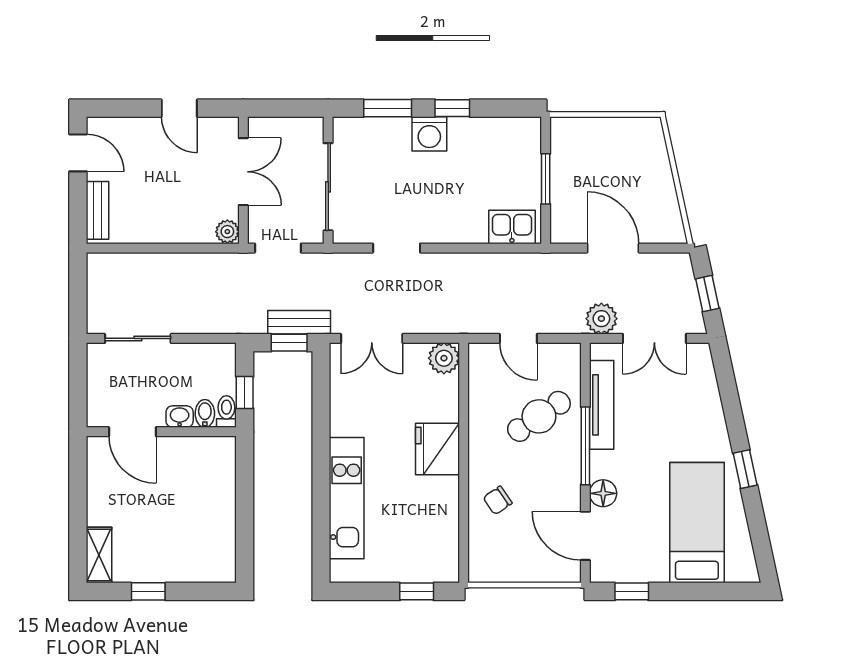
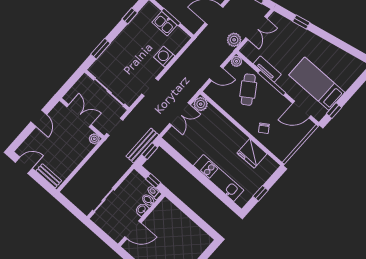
door: (179, 108) -> (39, 118), hinge flipped
window: (452, 108) -> (130, 16), moved
washing machine: (429, 134) -> (164, 57), moved, turned 180
kitchen sink: (512, 227) -> (164, 24), moved, turned -90
bench: (299, 322) -> (142, 146), width x1.36
double door: (372, 338) -> (180, 114), moved
plant: (569, 355) -> (237, 61), added
tv unit: (602, 405) -> (267, 69), width x0.71
fridge: (438, 449) -> (252, 153), moved
window: (745, 469) -> (301, 22), moved
floor lamp: (603, 493) -> (293, 91), removed
bed: (697, 523) -> (317, 84), moved
window: (417, 591) -> (260, 193), moved

